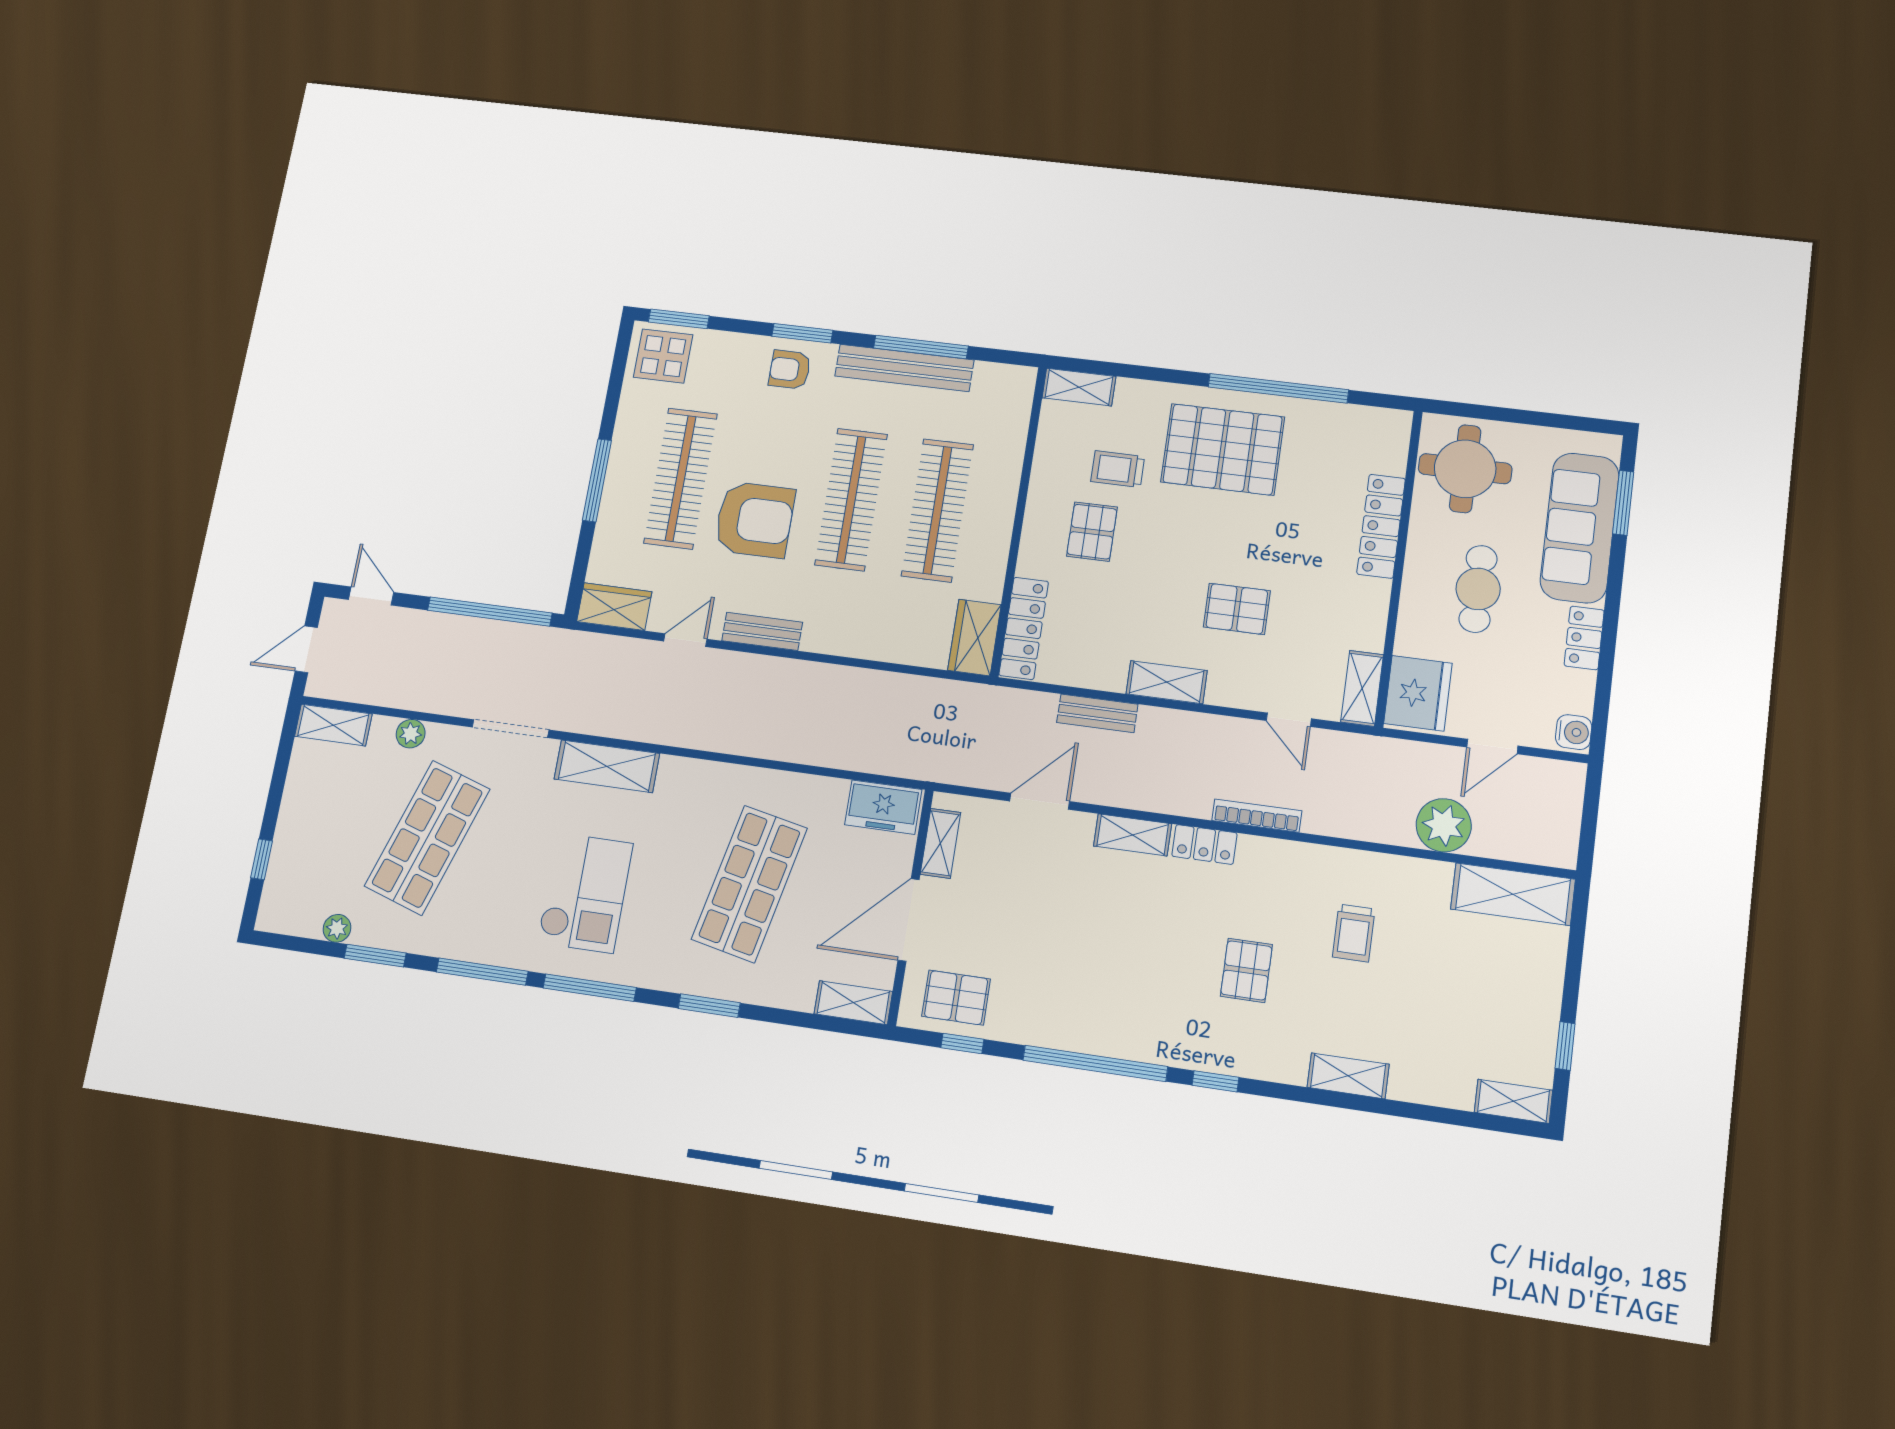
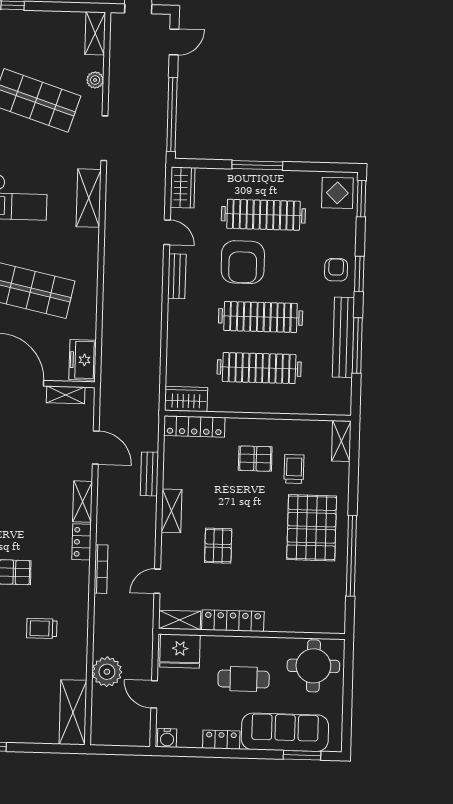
locker: (1381, 526) -> (233, 621), moved

